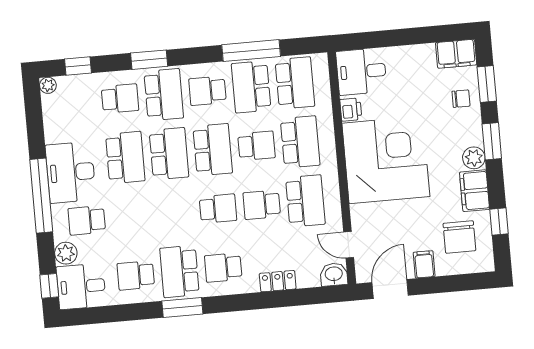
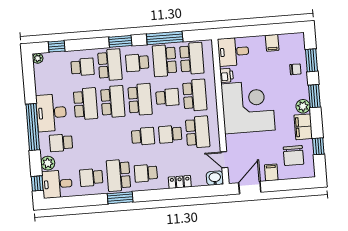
filing cabinet: (456, 54) -> (272, 43), moved, width x0.50
window: (149, 60) -> (120, 41), moved

